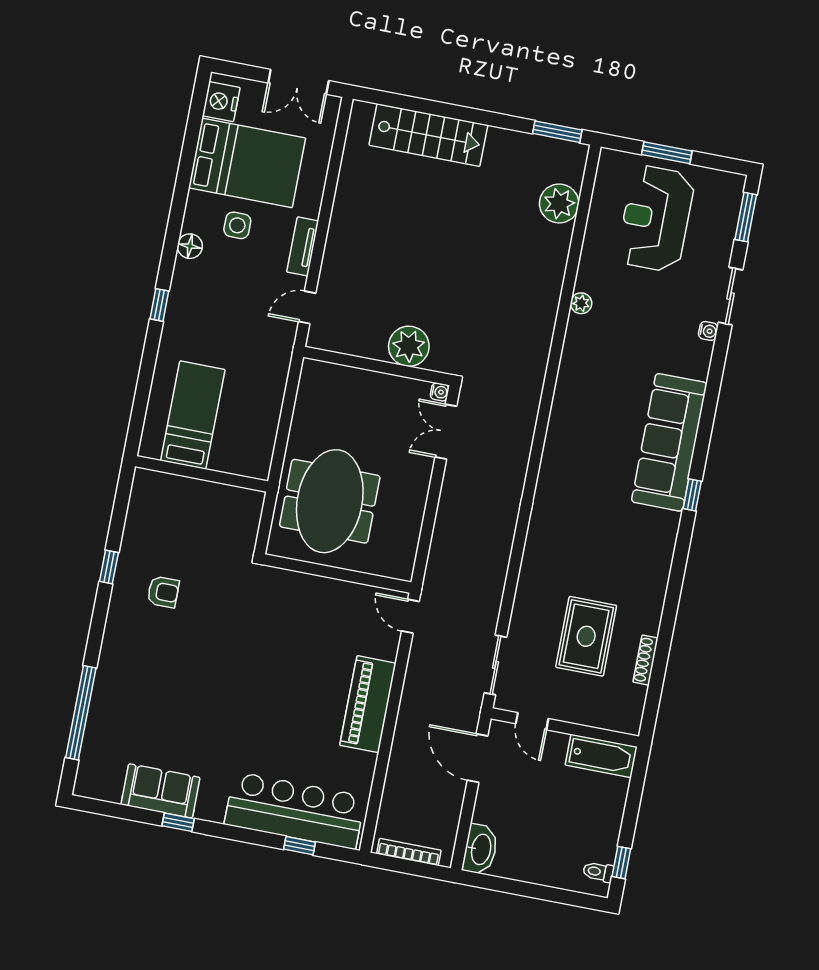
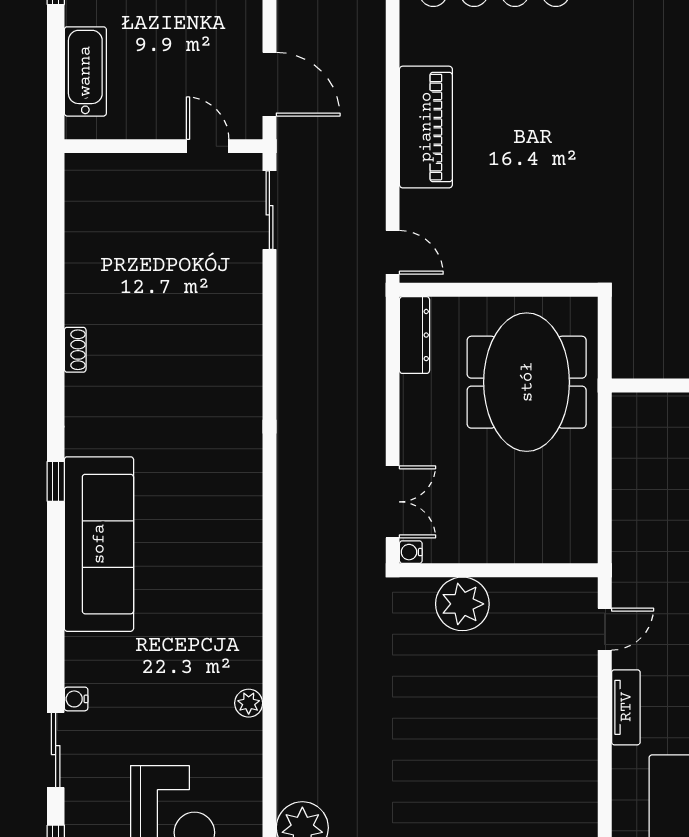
dresser: (406, 552) -> (414, 335), added
rug: (586, 636) -> (158, 270), removed
shoe rack: (646, 660) -> (75, 350), moved, width x0.70
bathtub: (601, 756) -> (85, 71), moved, turned 90

